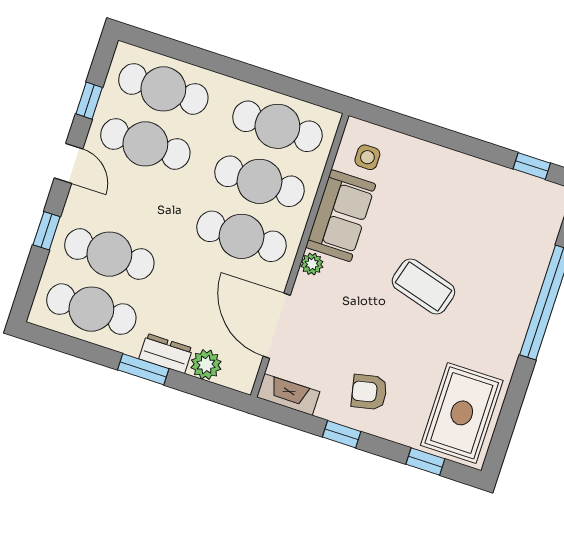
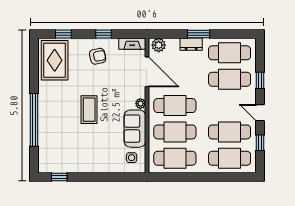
coffee table: (423, 287) -> (89, 110), turned 74
plant: (206, 365) -> (159, 45), moved

